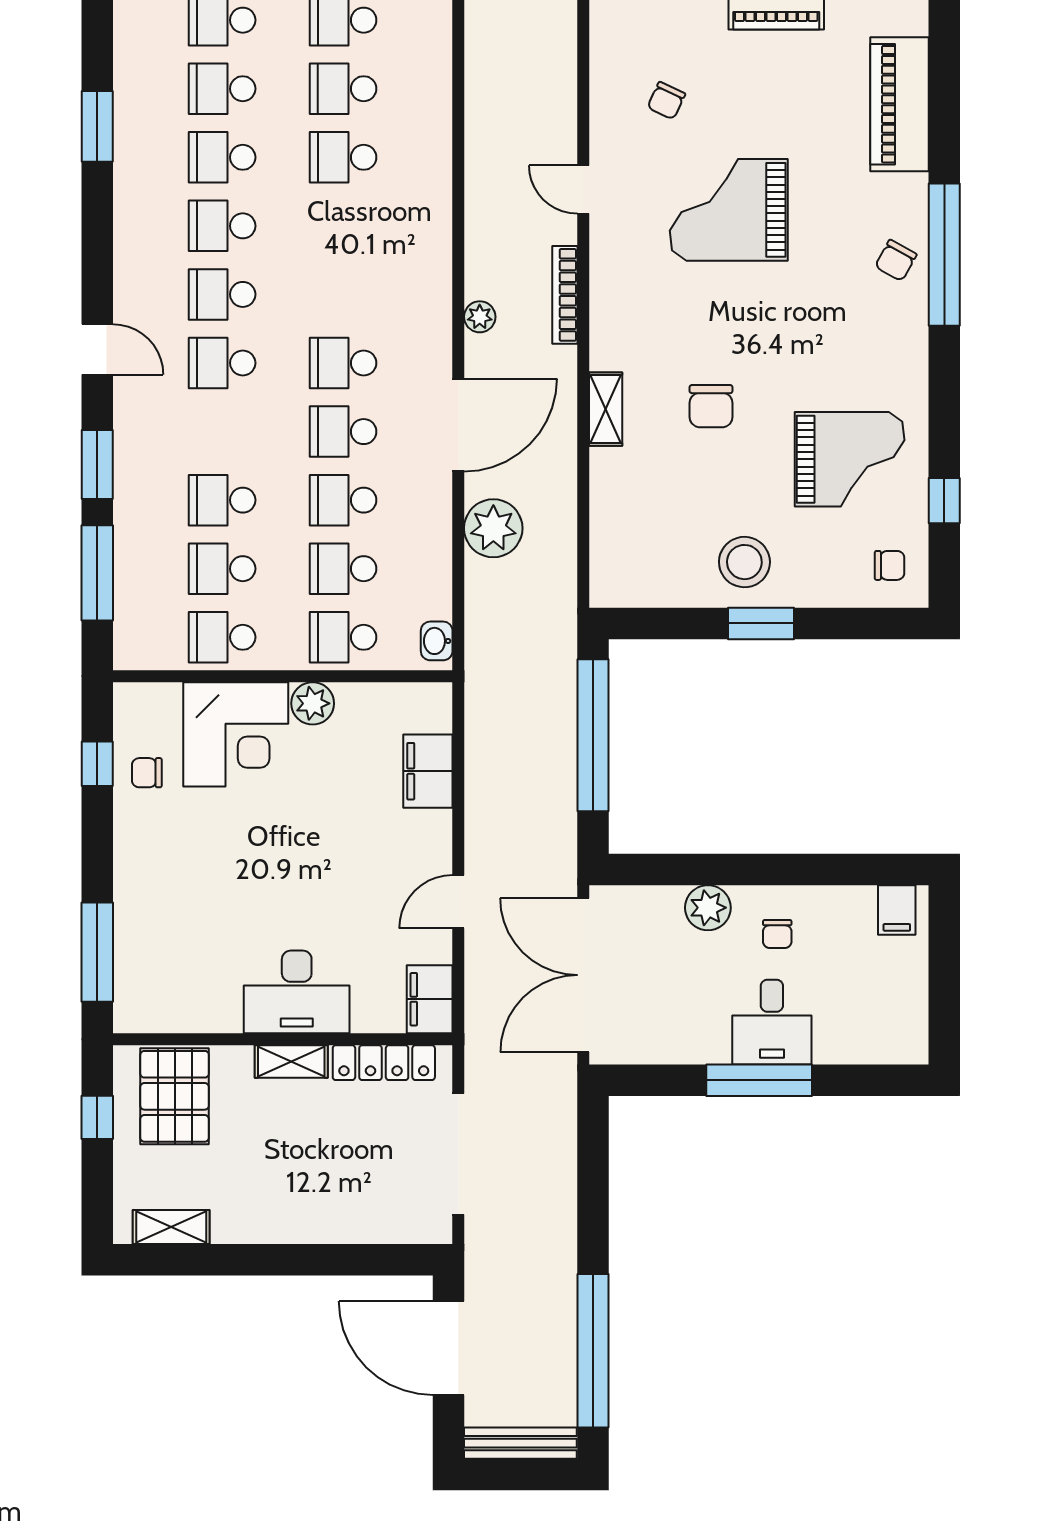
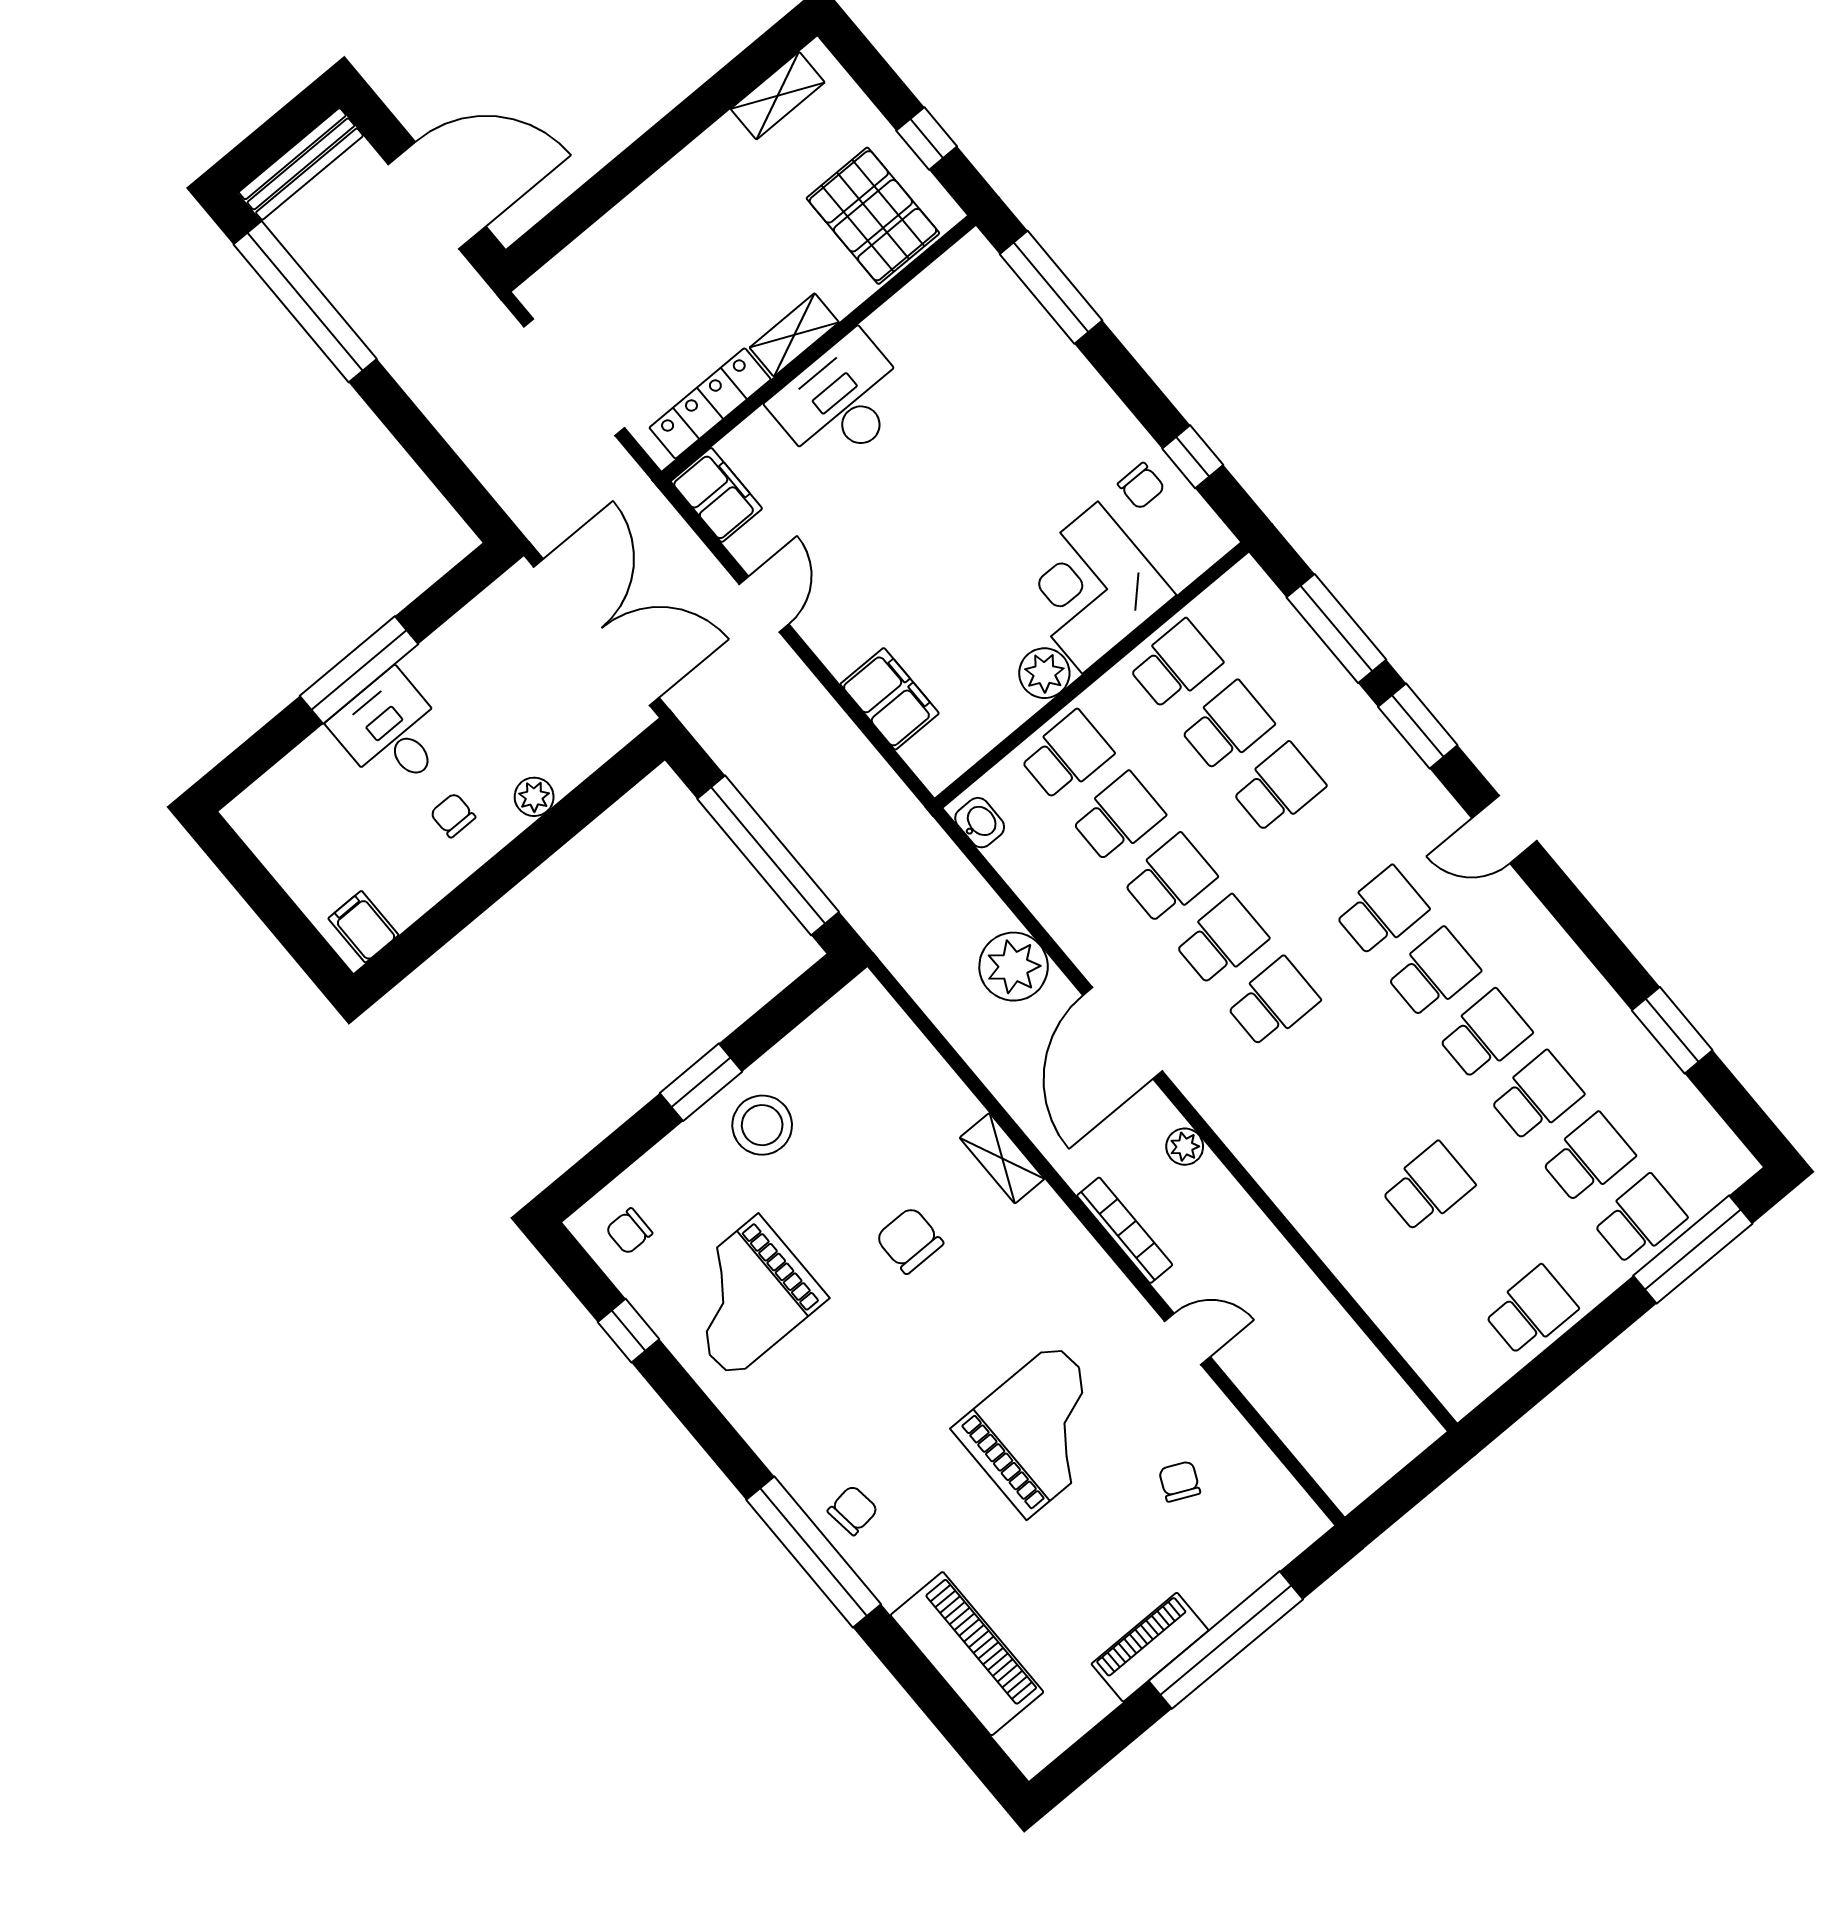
school desk: (343, 89) -> (1479, 1249), removed
chair: (896, 260) -> (853, 1510), turned 54
chair: (147, 773) -> (1141, 486), turned 90
plant: (708, 908) -> (534, 797), width x0.73, depth x0.73

